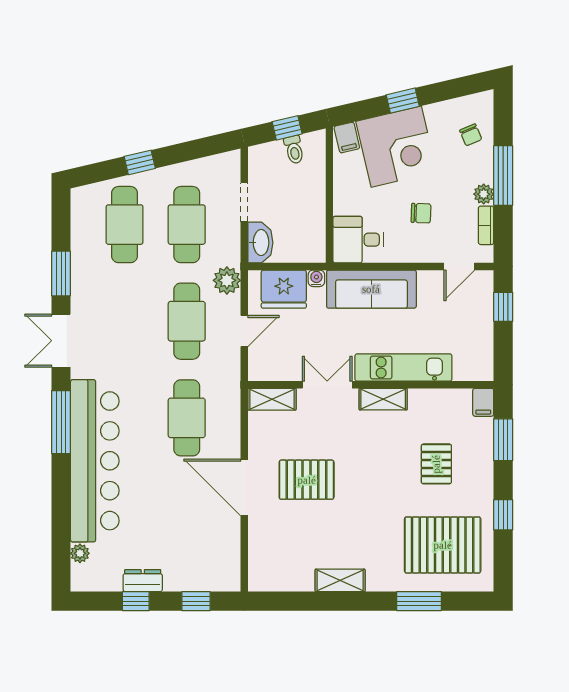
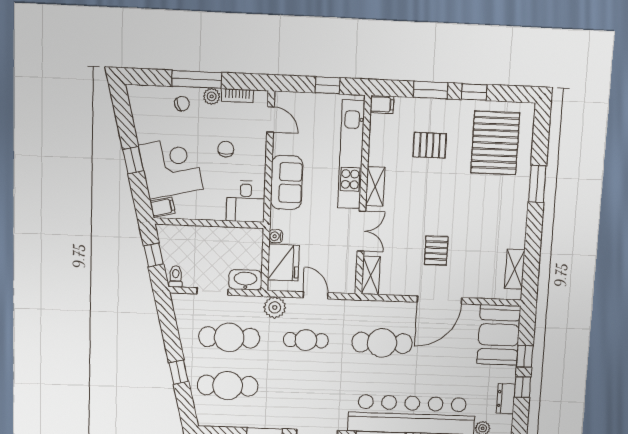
chair: (471, 135) -> (182, 104), moved
toilet: (294, 150) -> (176, 276), moved, turned -77
sofa: (371, 289) -> (286, 183), width x0.73
window: (503, 307) -> (328, 85), moved
cafe table: (187, 321) -> (306, 340), width x0.73, depth x0.74
kitchen unit: (403, 368) -> (351, 154), width x1.36
double door: (327, 385) -> (361, 231), swing flipped
window: (503, 440) -> (431, 90), moved
pallet: (307, 480) -> (436, 251), width x0.67, depth x0.71
booth: (202, 566) -> (499, 335), added
shelving: (340, 580) -> (515, 269), moved
dresser: (143, 581) -> (506, 399), moved
window: (196, 601) -> (525, 356), moved
window: (419, 601) -> (537, 184), moved

